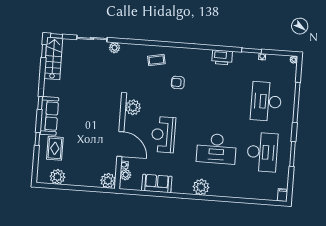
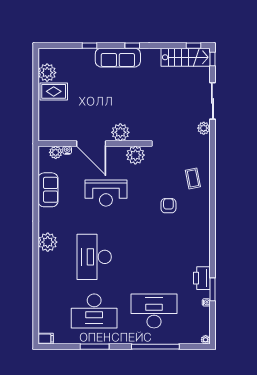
printer: (222, 57) -> (202, 278), moved
reception desk: (163, 135) -> (106, 193), turned 180
door: (120, 144) -> (91, 144), hinge flipped
rug: (55, 148) -> (54, 91), moved
plant: (108, 181) -> (120, 132), moved

